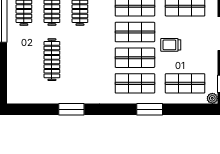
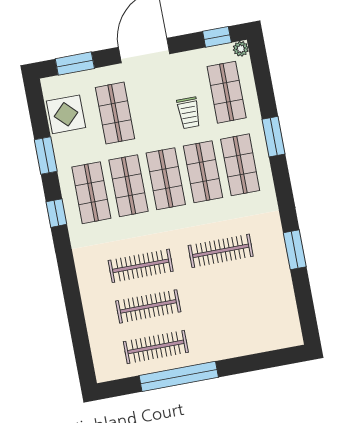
trolley: (171, 45) -> (189, 113), moved
clothes rail: (52, 60) -> (221, 251), moved

